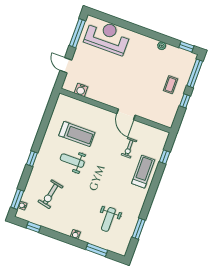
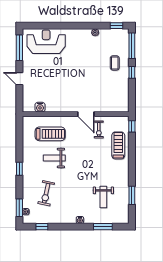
water cooler: (81, 90) -> (40, 107), moved
wall: (115, 111) -> (76, 114), moved
door: (126, 114) -> (86, 114), moved

